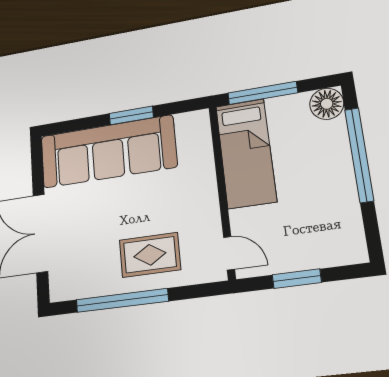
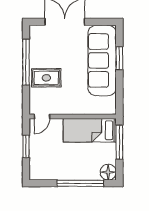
window: (131, 115) -> (119, 58), moved
rug: (150, 255) -> (46, 78), turned 90

